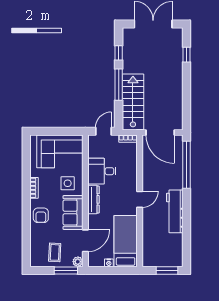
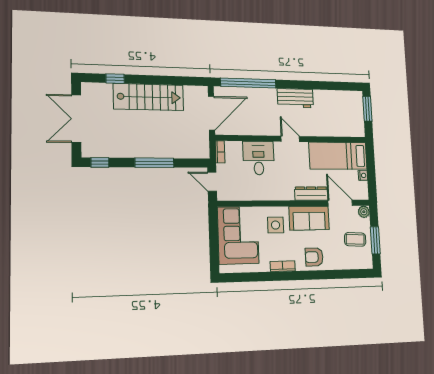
window: (119, 53) -> (100, 162), moved
stairs: (133, 102) -> (149, 97), moved, turned 180
desk: (102, 171) -> (259, 158), moved, turned 180
dresser: (93, 199) -> (311, 194), moved
workbench: (175, 211) -> (295, 98), width x0.73
armchair: (41, 215) -> (314, 257), turned 180
window: (66, 271) -> (375, 240), moved

